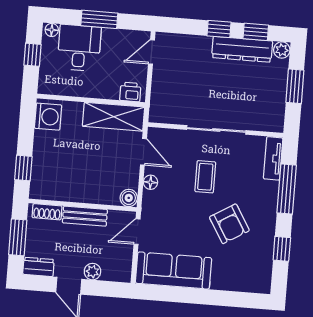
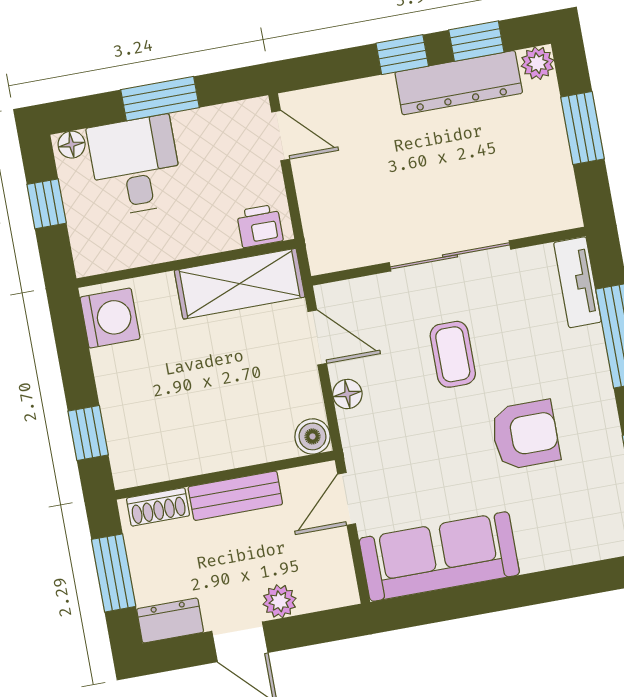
door: (151, 52) -> (281, 136), swing flipped
armchair: (229, 224) -> (525, 435), turned -59

